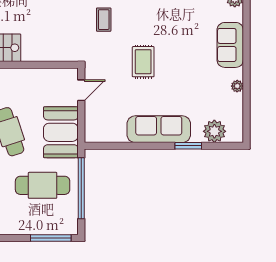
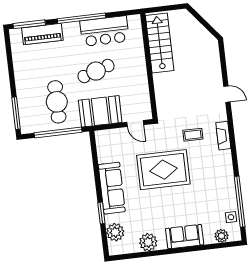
rug: (143, 62) -> (163, 170), width x1.86, depth x2.06
plant: (237, 86) -> (148, 242), width x1.88, depth x1.88

